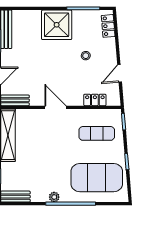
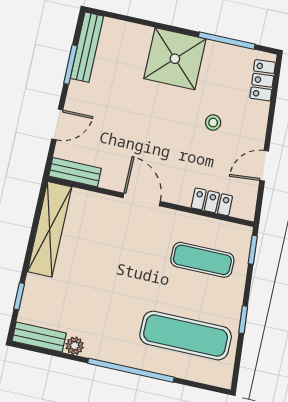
exercise mat: (97, 178) -> (186, 336), width x0.68
plant: (54, 197) -> (75, 346), moved

